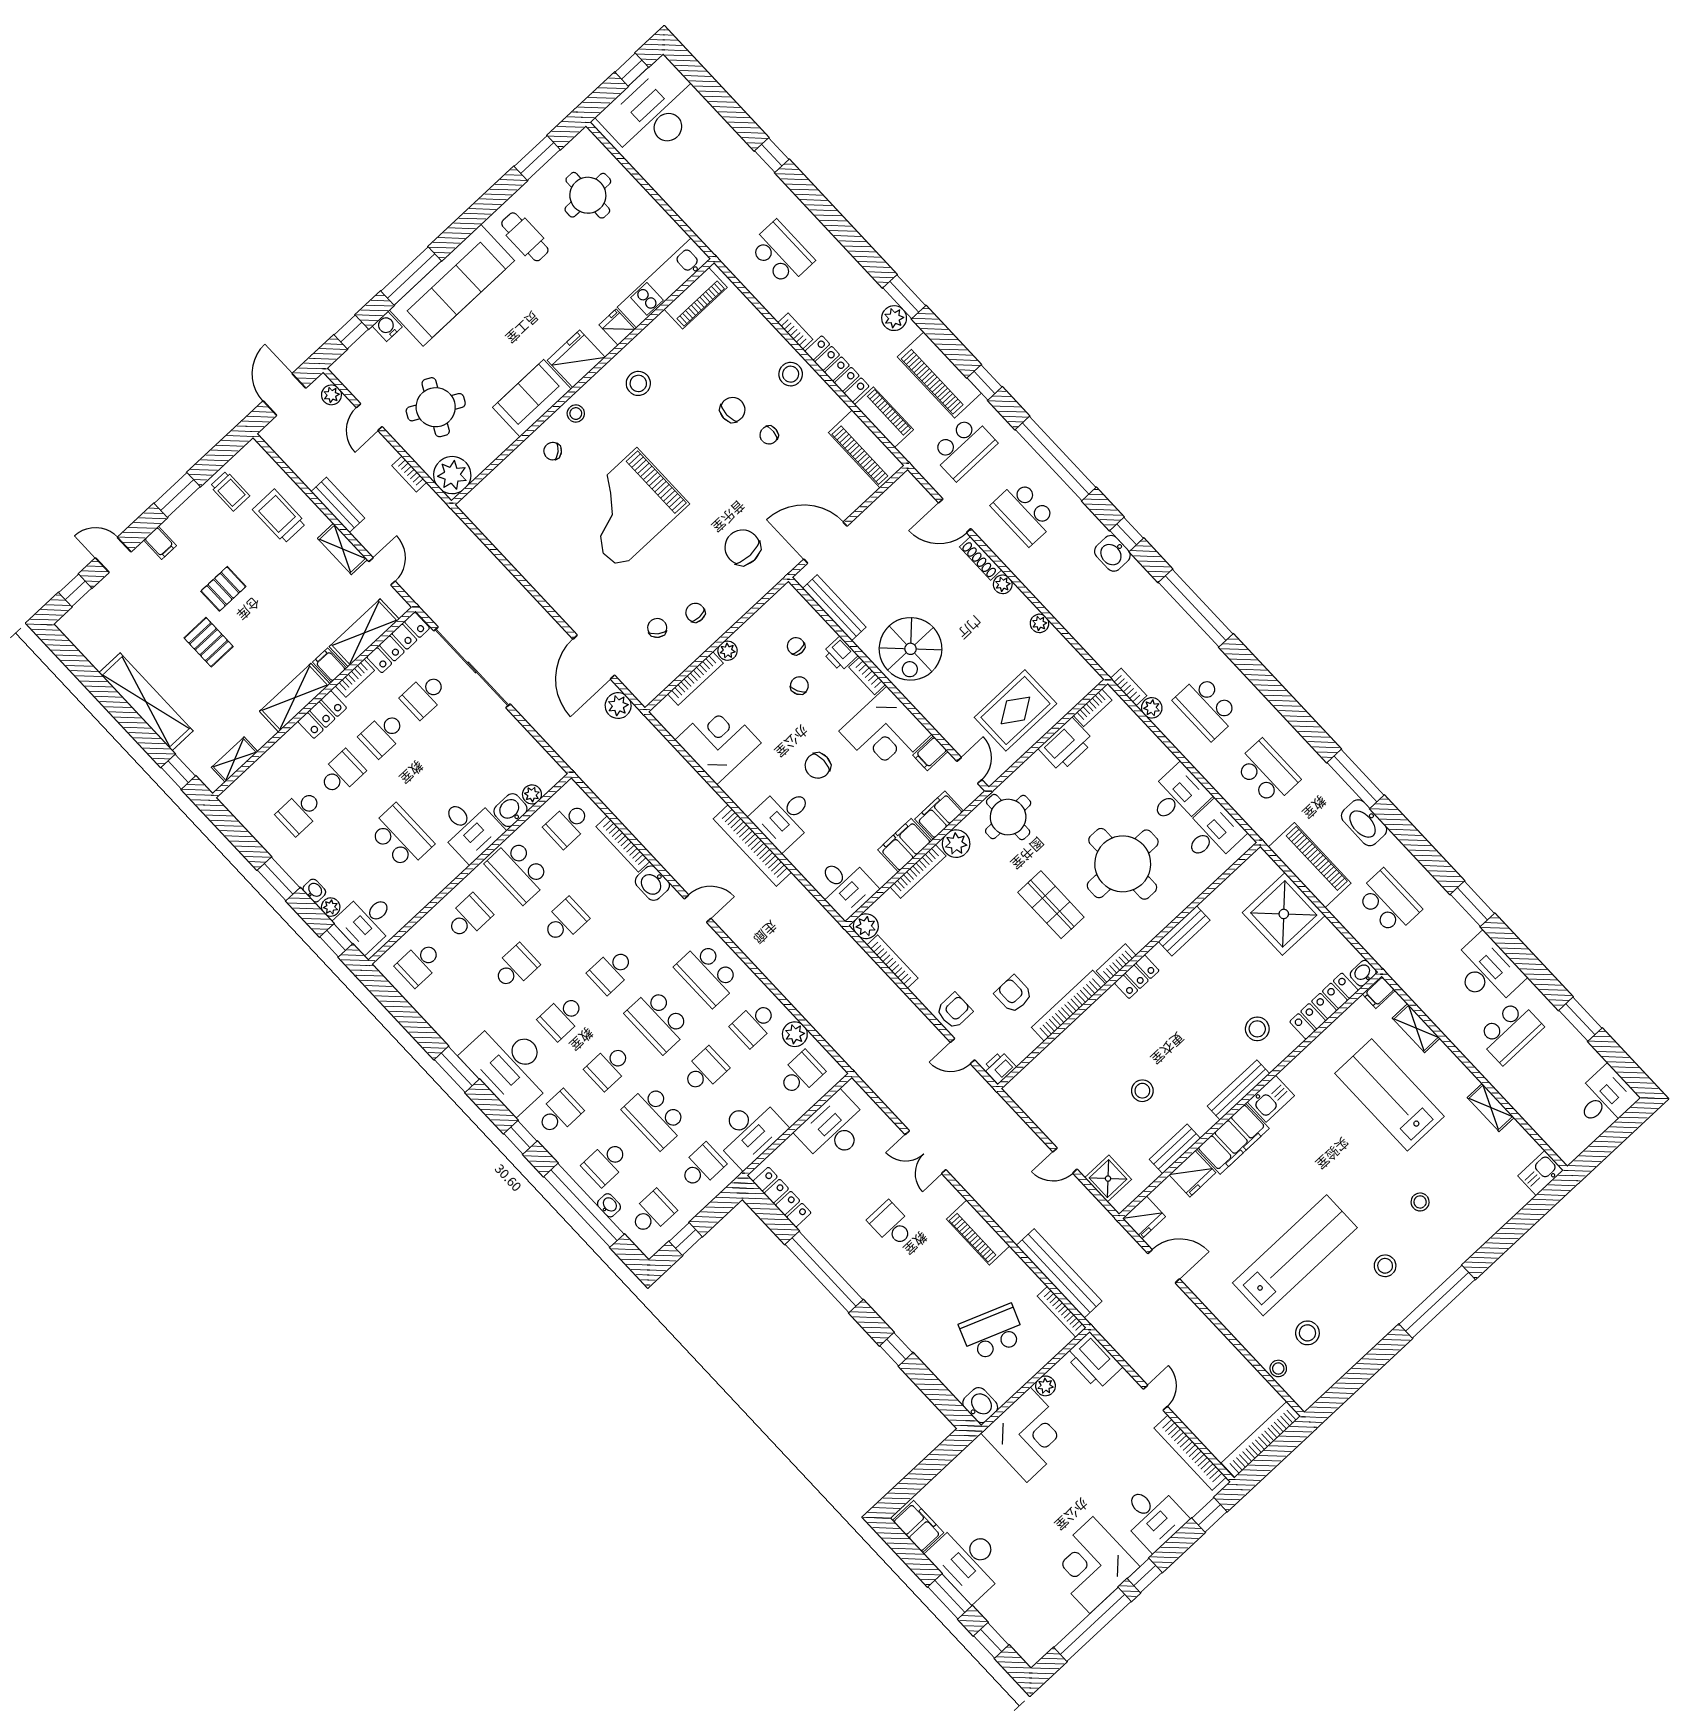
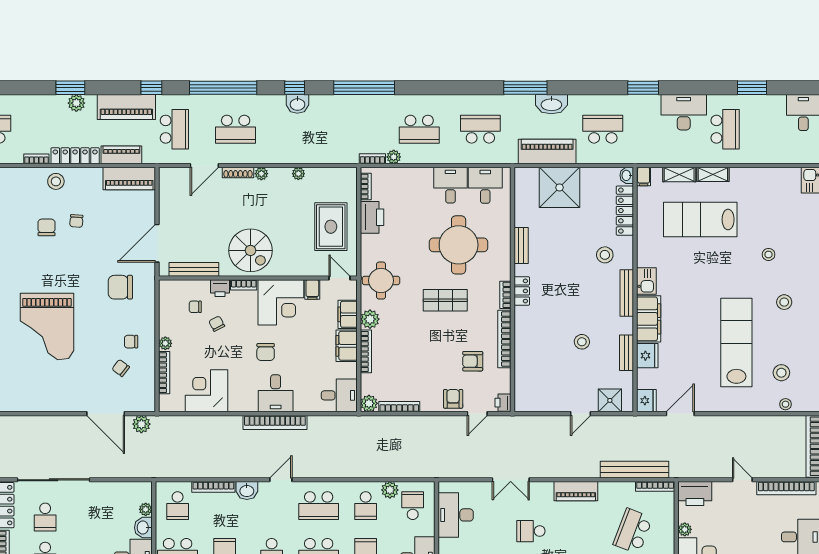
shelving: (1491, 1107) -> (713, 174), moved

